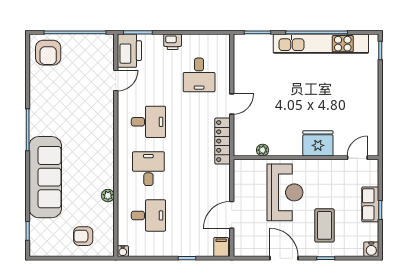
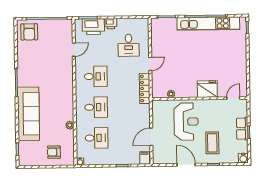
printer: (129, 51) -> (93, 27), moved, turned 90
desk: (148, 169) -> (96, 107), turned 90

